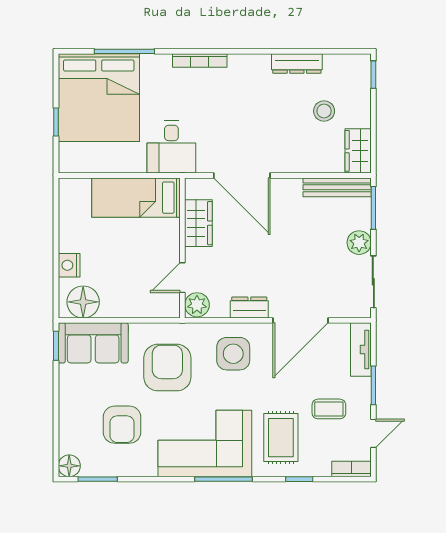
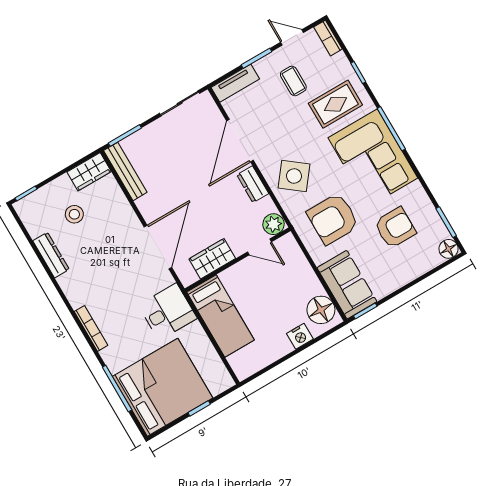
plant: (359, 243) -> (157, 131), removed
door: (300, 320) -> (240, 141), swing flipped
side table: (233, 354) -> (294, 176), turned 38

